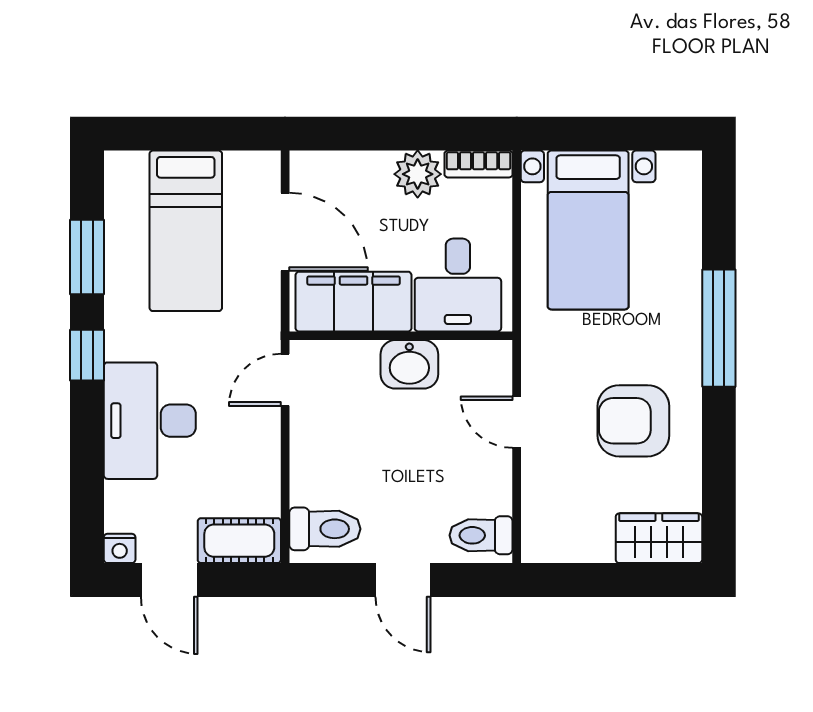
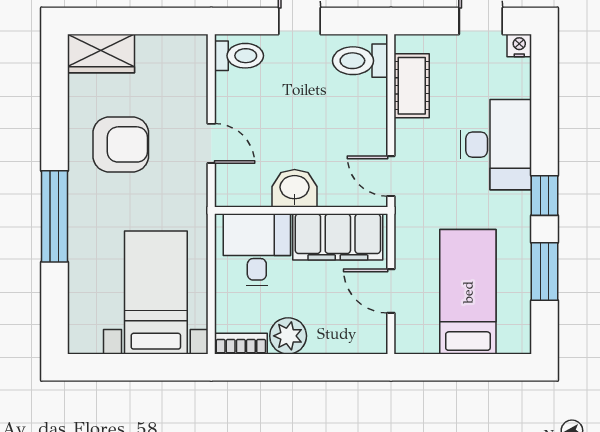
door: (285, 232) -> (391, 291), width x0.73
door: (285, 380) -> (391, 176), swing flipped
cot: (239, 541) -> (412, 86), moved, turned 90

